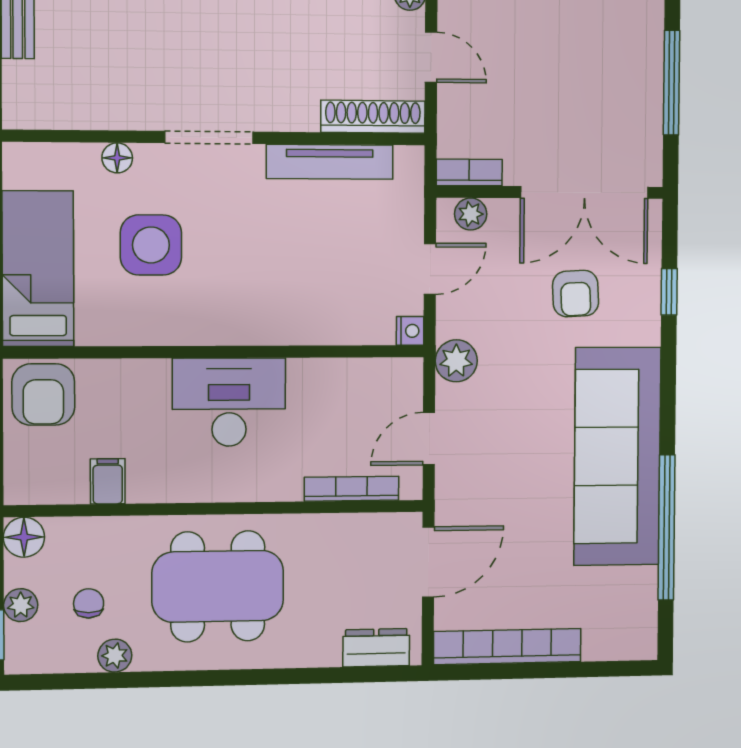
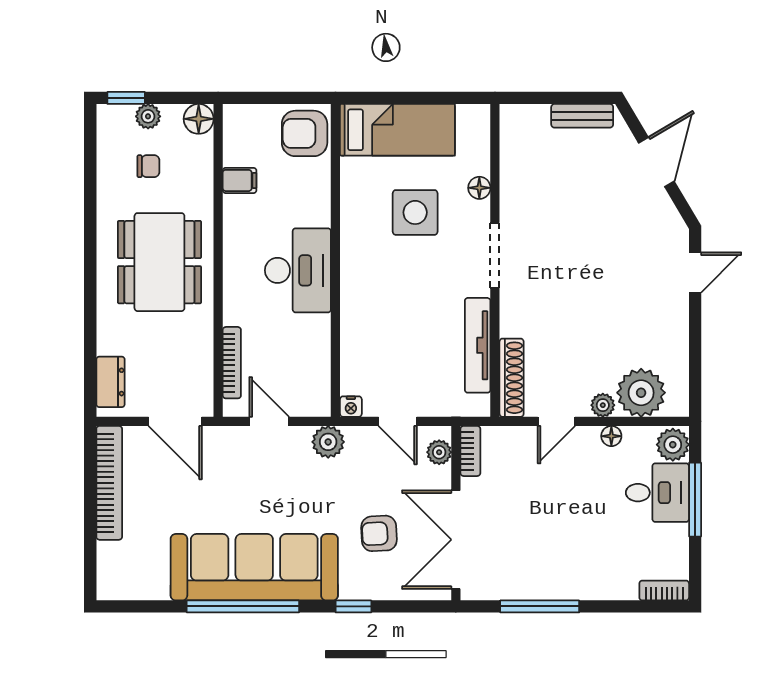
window: (669, 292) -> (353, 606), moved
window: (667, 527) -> (243, 606), moved
plant: (115, 656) -> (109, 185), removed

